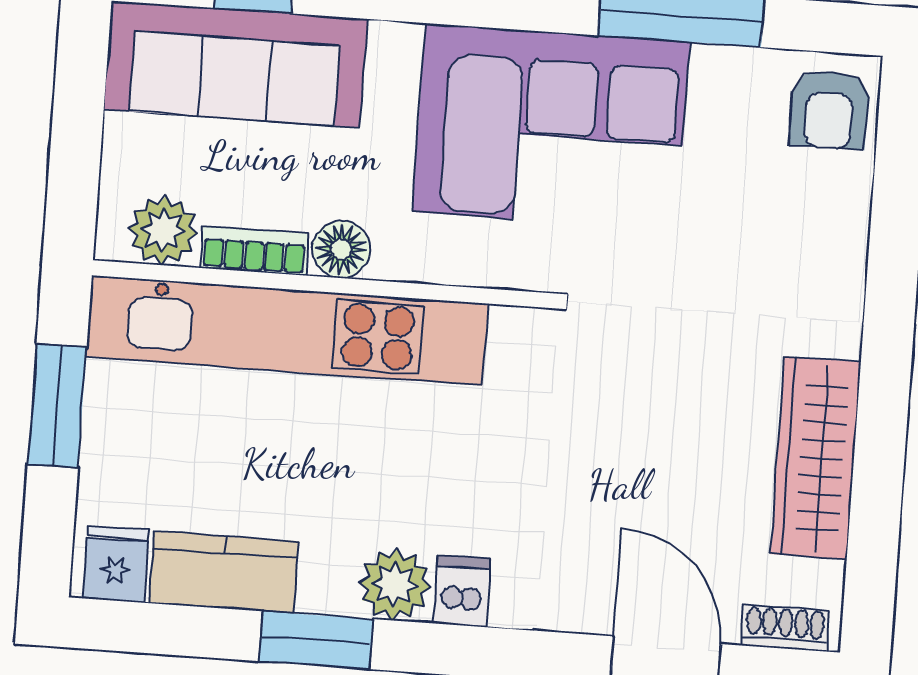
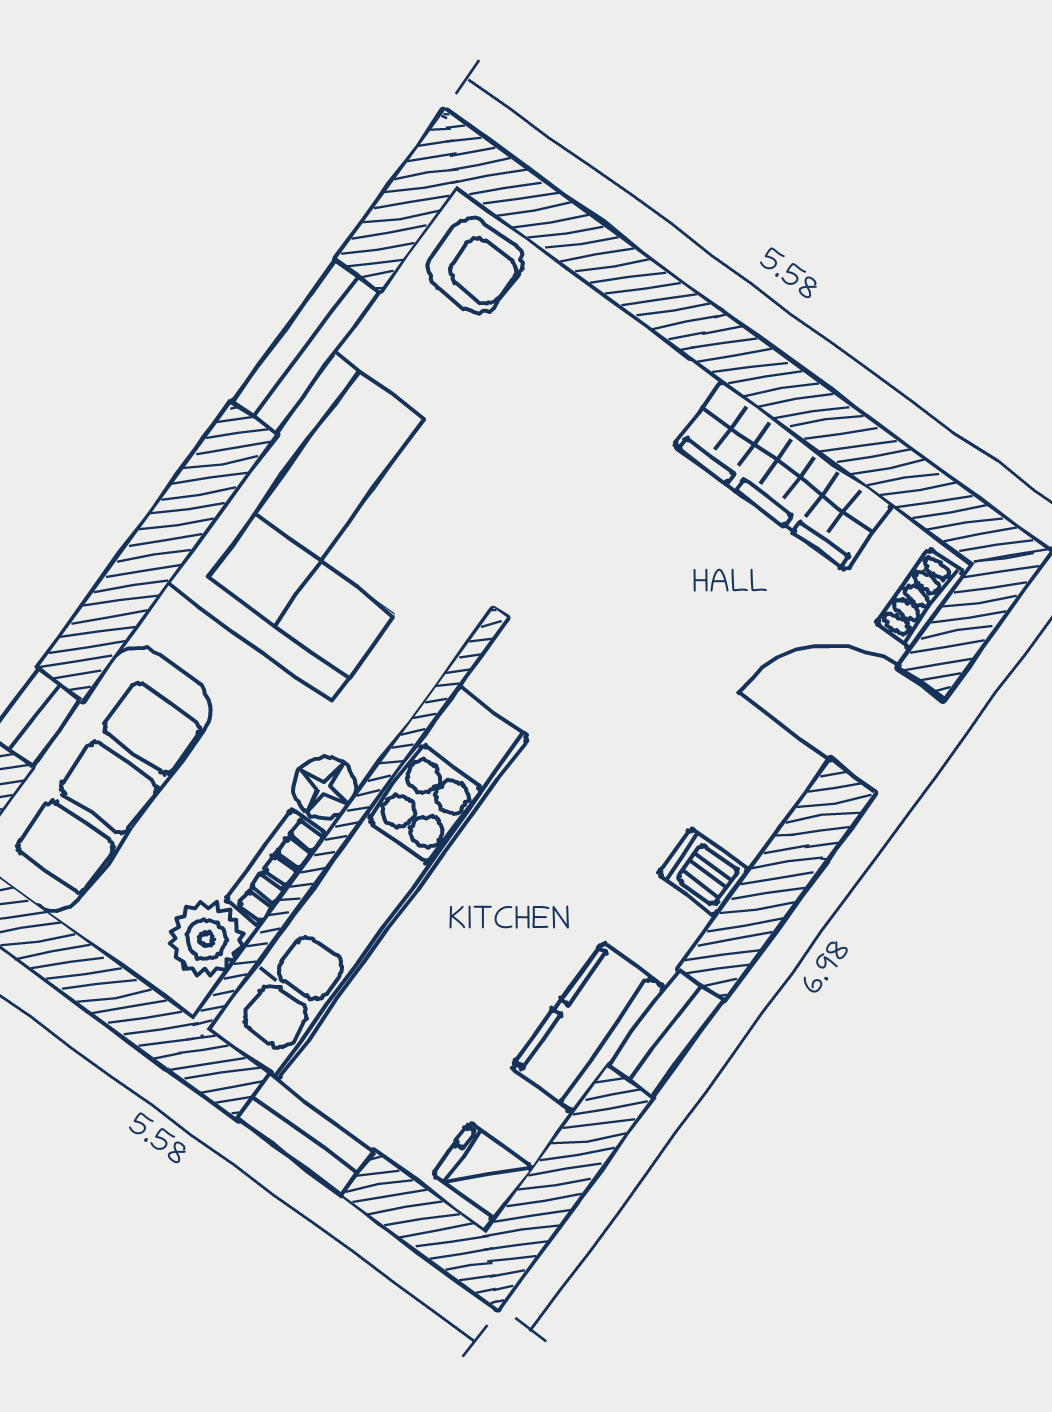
kitchen counter: (224, 572) -> (588, 1028), moved
plant: (395, 585) -> (660, 930), removed

